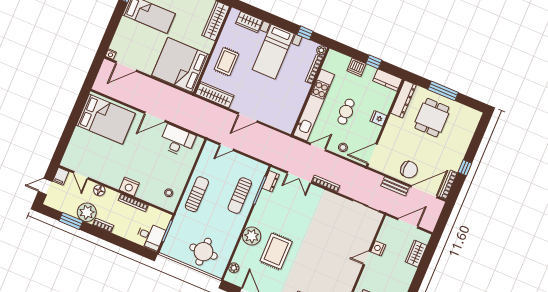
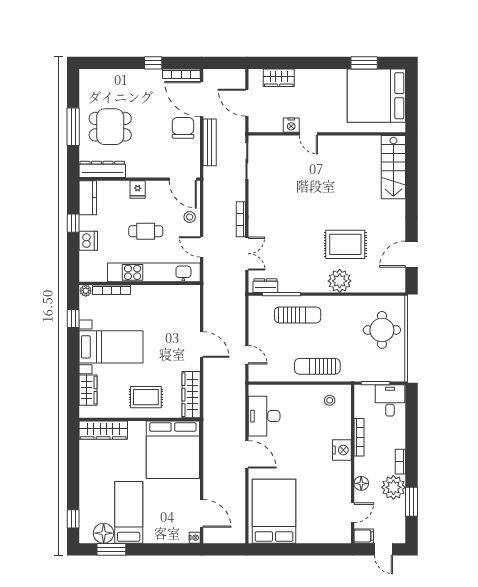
bench: (395, 186) -> (210, 142), width x1.36
plant: (234, 268) -> (386, 286), removed

